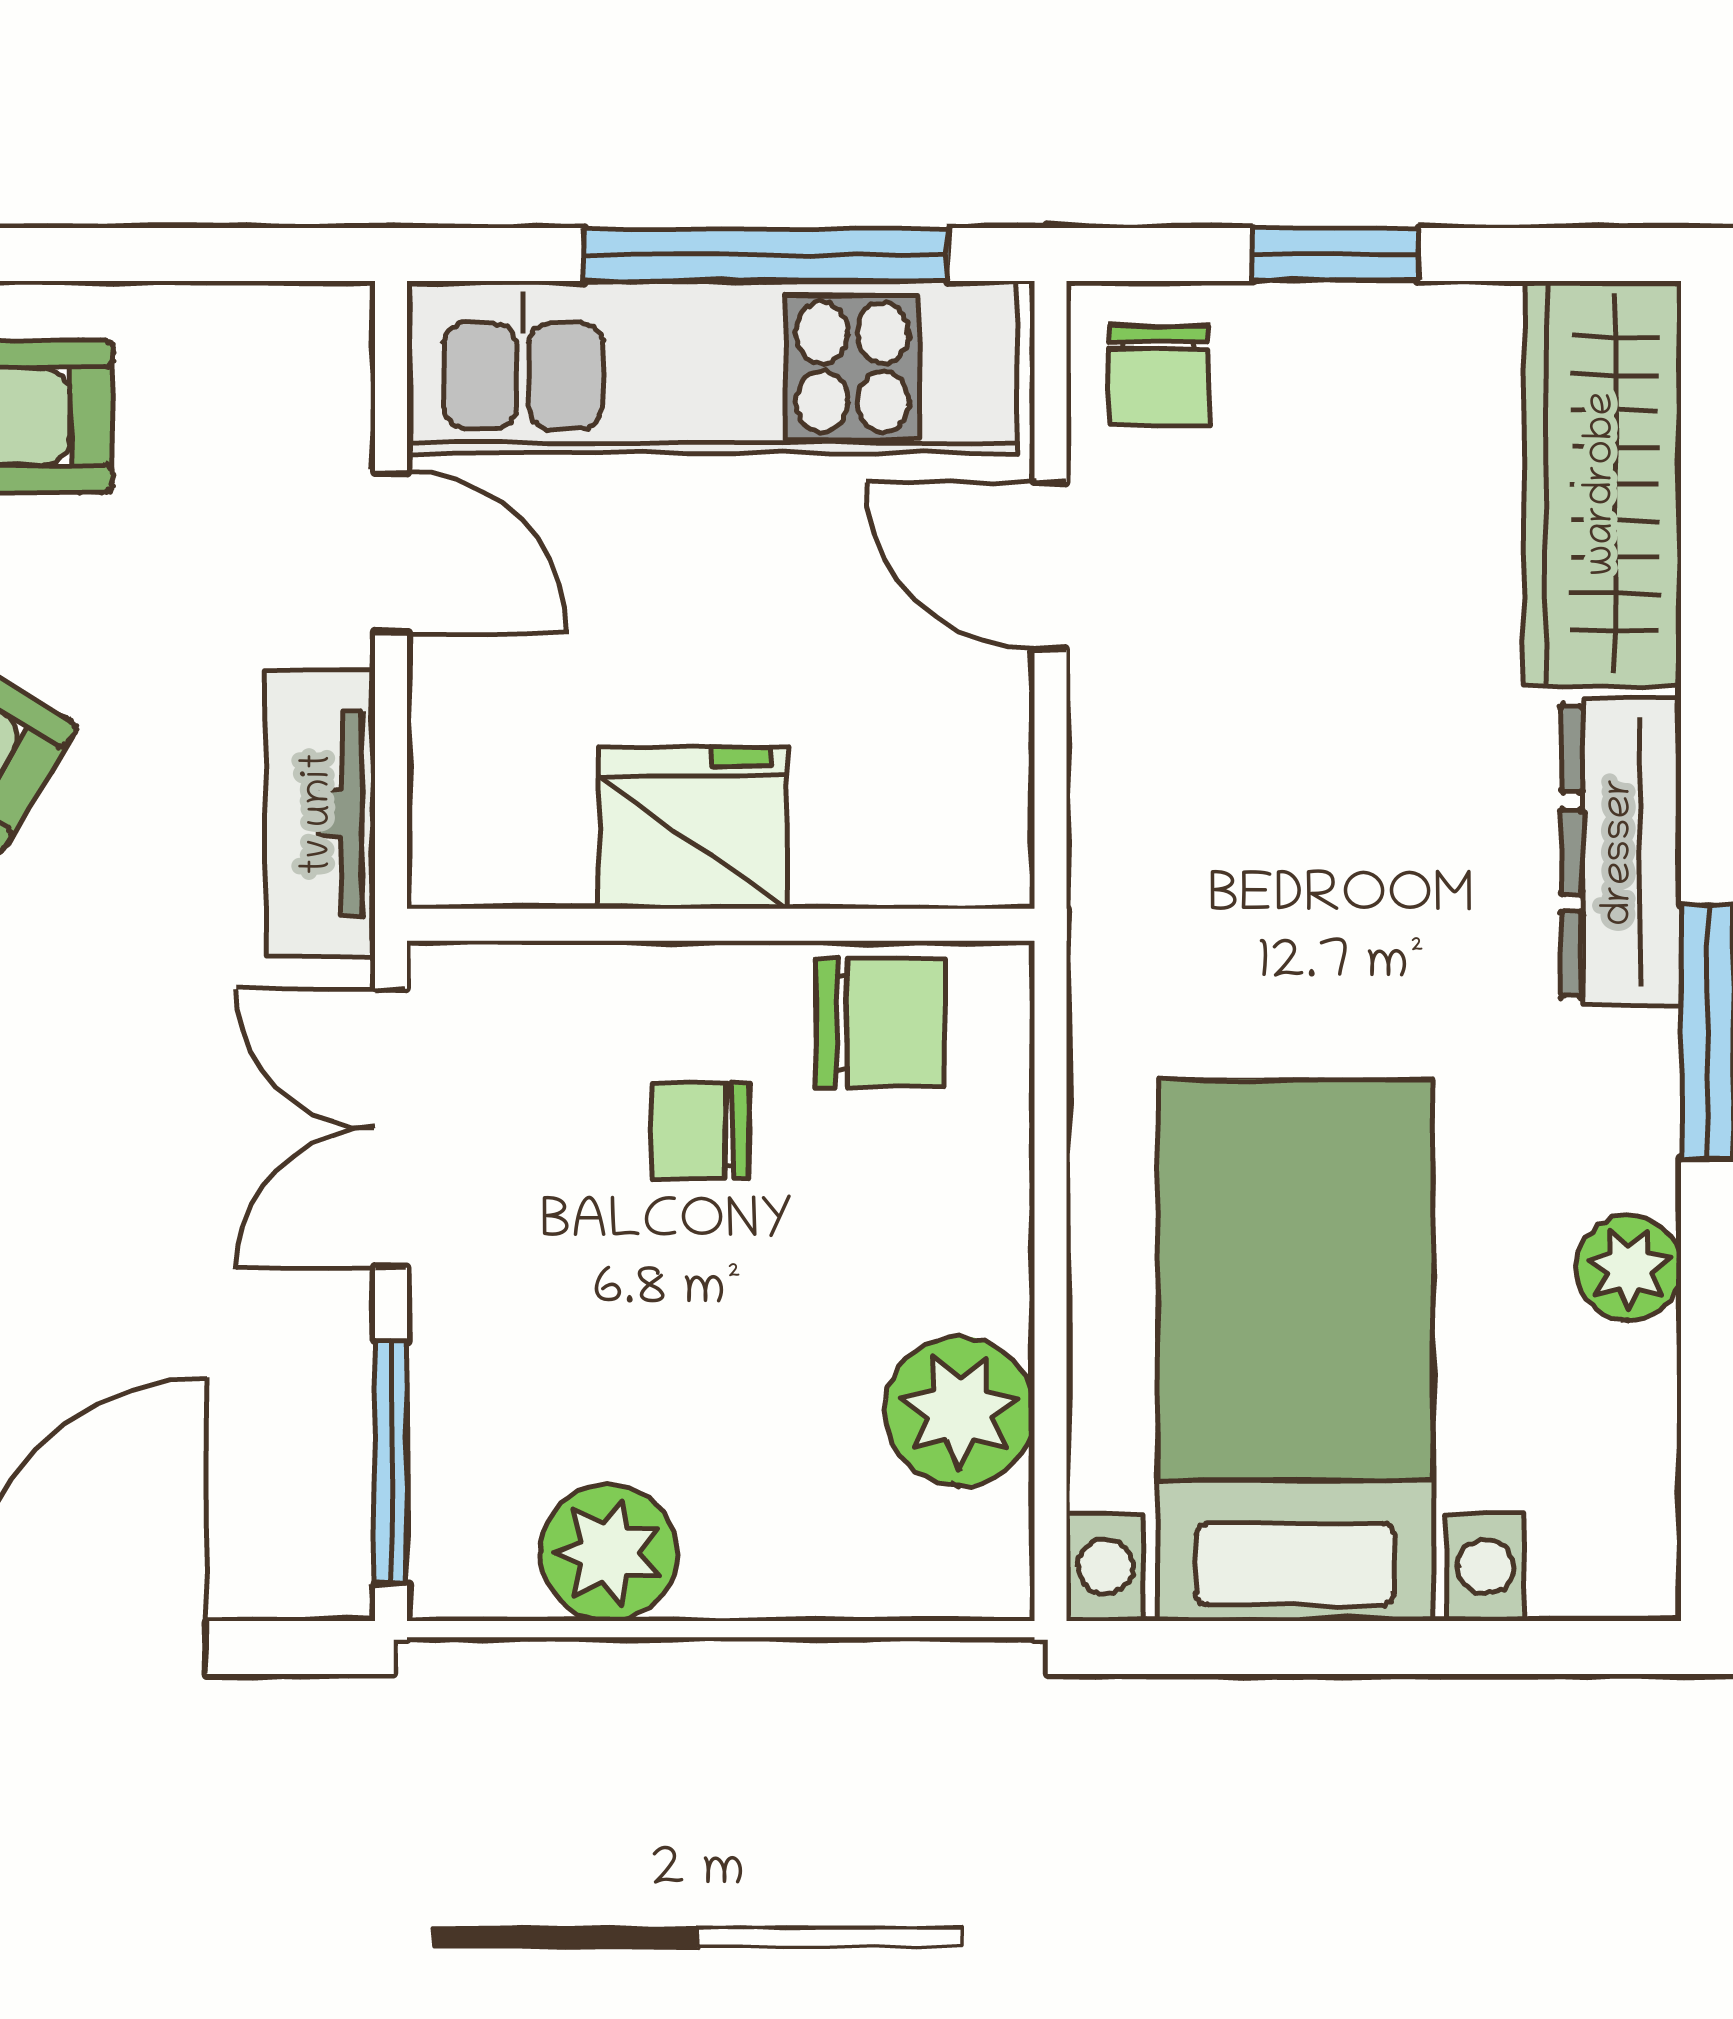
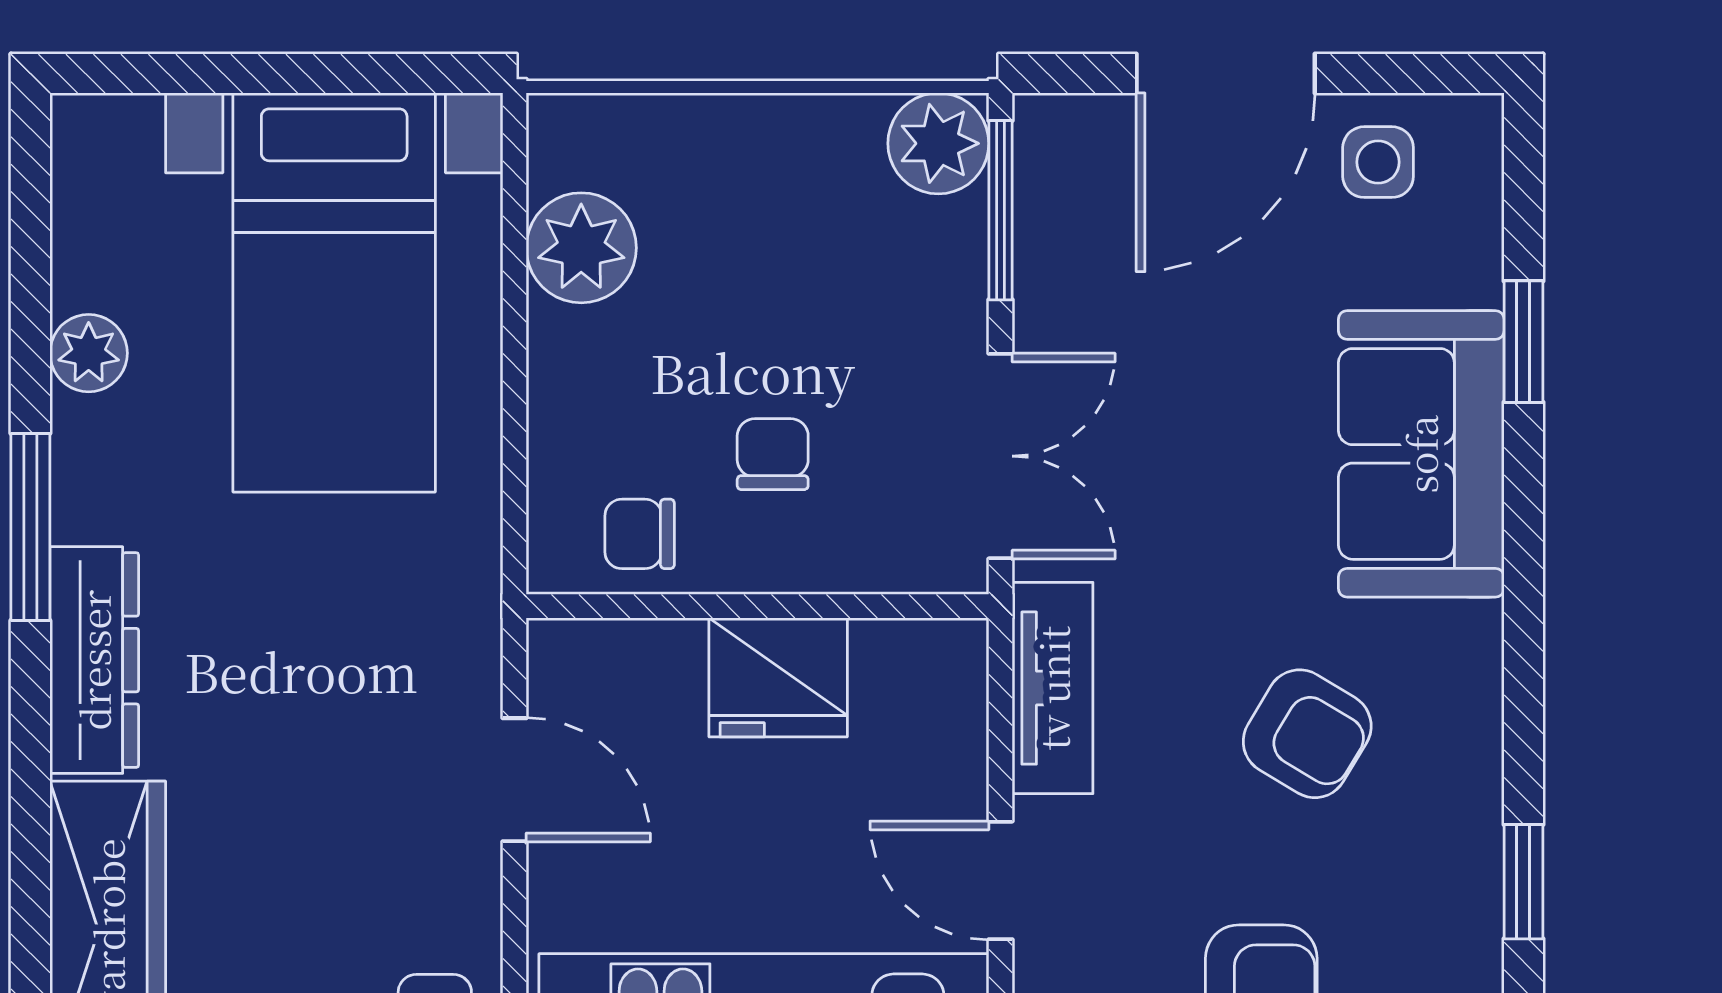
door: (1050, 566) -> (514, 780), moved
chair: (881, 1023) -> (640, 534), width x0.73, depth x0.73
chair: (700, 1131) -> (773, 454), turned -90
plant: (609, 1553) -> (938, 143), moved

